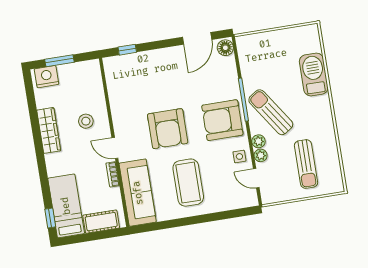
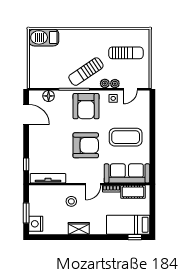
floor lamp: (225, 48) -> (49, 96), moved
barbecue: (314, 75) -> (44, 37), moved
tv unit: (113, 83) -> (48, 178), added
wardrobe: (49, 130) -> (79, 228), width x0.67
cot: (101, 222) -> (133, 192), moved, turned 90

